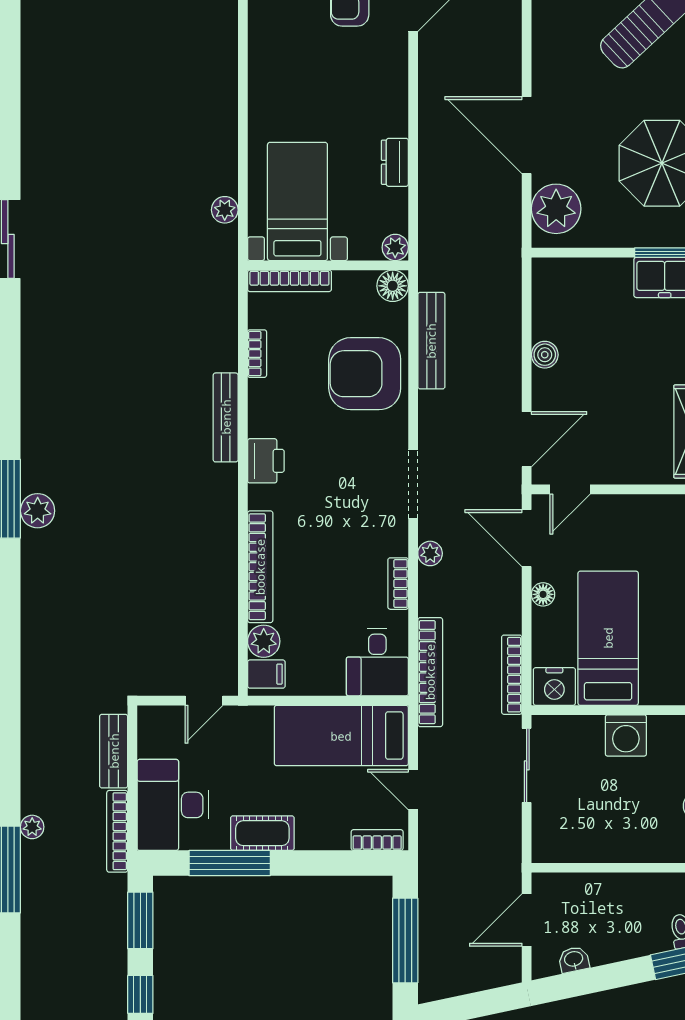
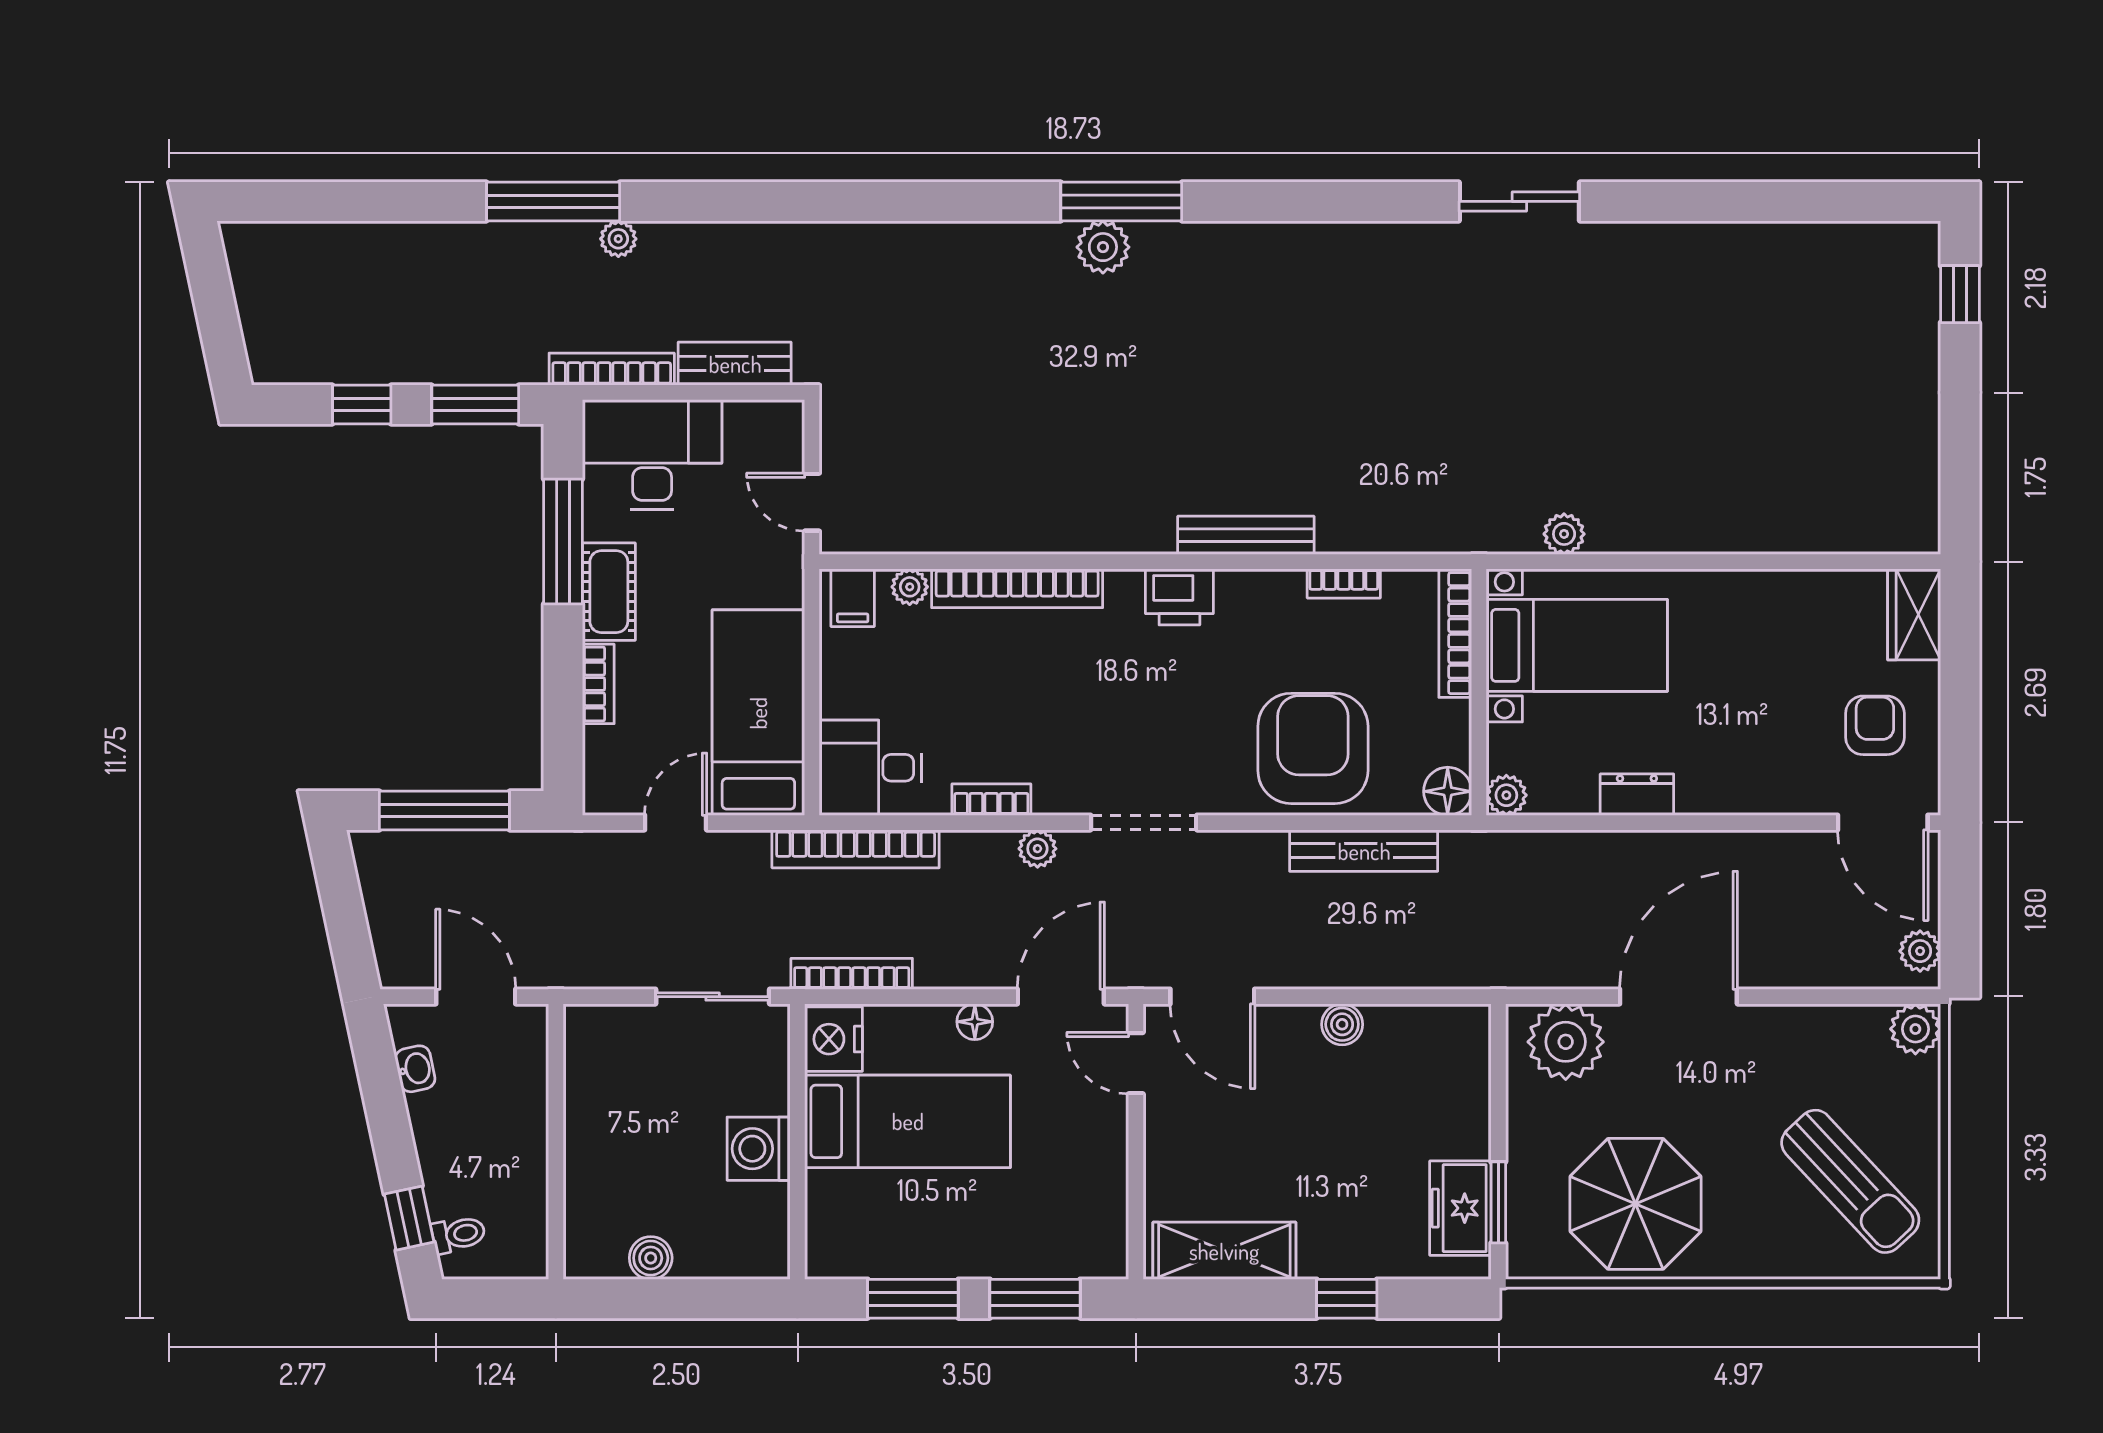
plant: (264, 641) -> (910, 587), width x0.73, depth x0.73
bookcase: (377, 840) -> (598, 684), moved

